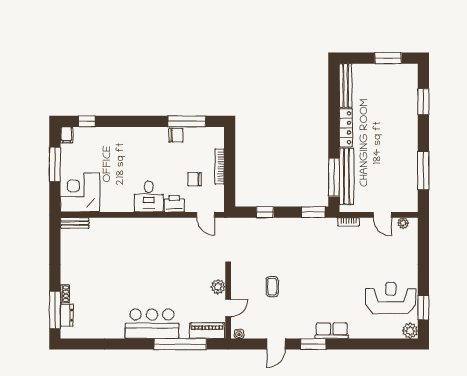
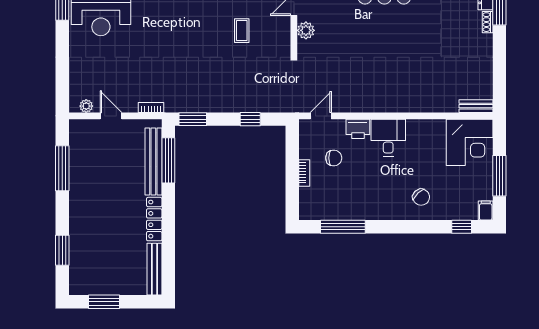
chair: (176, 135) -> (421, 197), moved, turned -134
bookcase: (220, 167) -> (304, 173), width x0.64
door: (206, 215) -> (321, 116), hinge flipped

